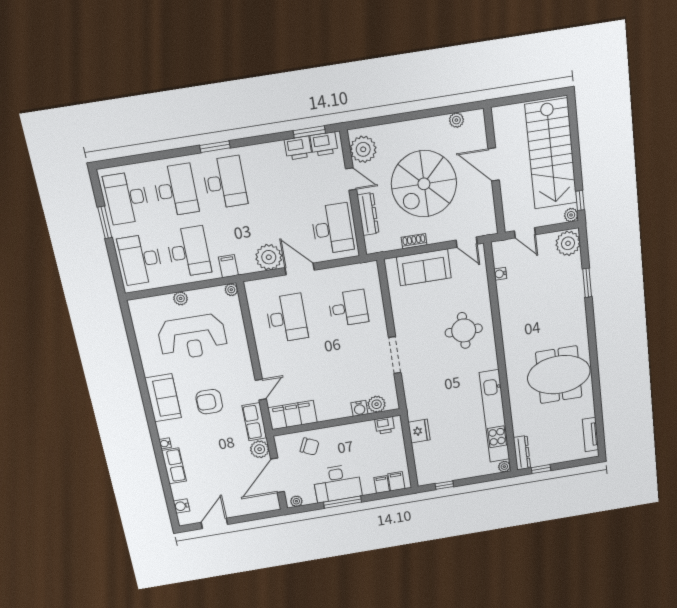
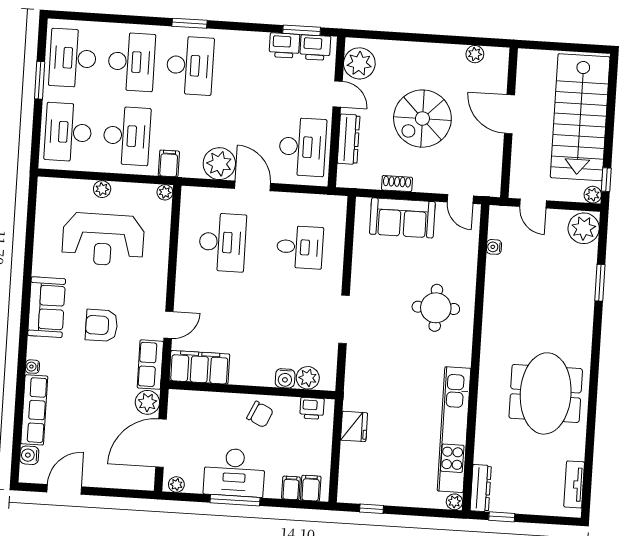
spiral stairs: (424, 184) -> (422, 119), width x0.73, depth x0.73
meeting table: (559, 375) -> (546, 393), turned 90
chair: (310, 447) -> (260, 414), moved
row of seats: (174, 466) -> (34, 410), width x1.48

